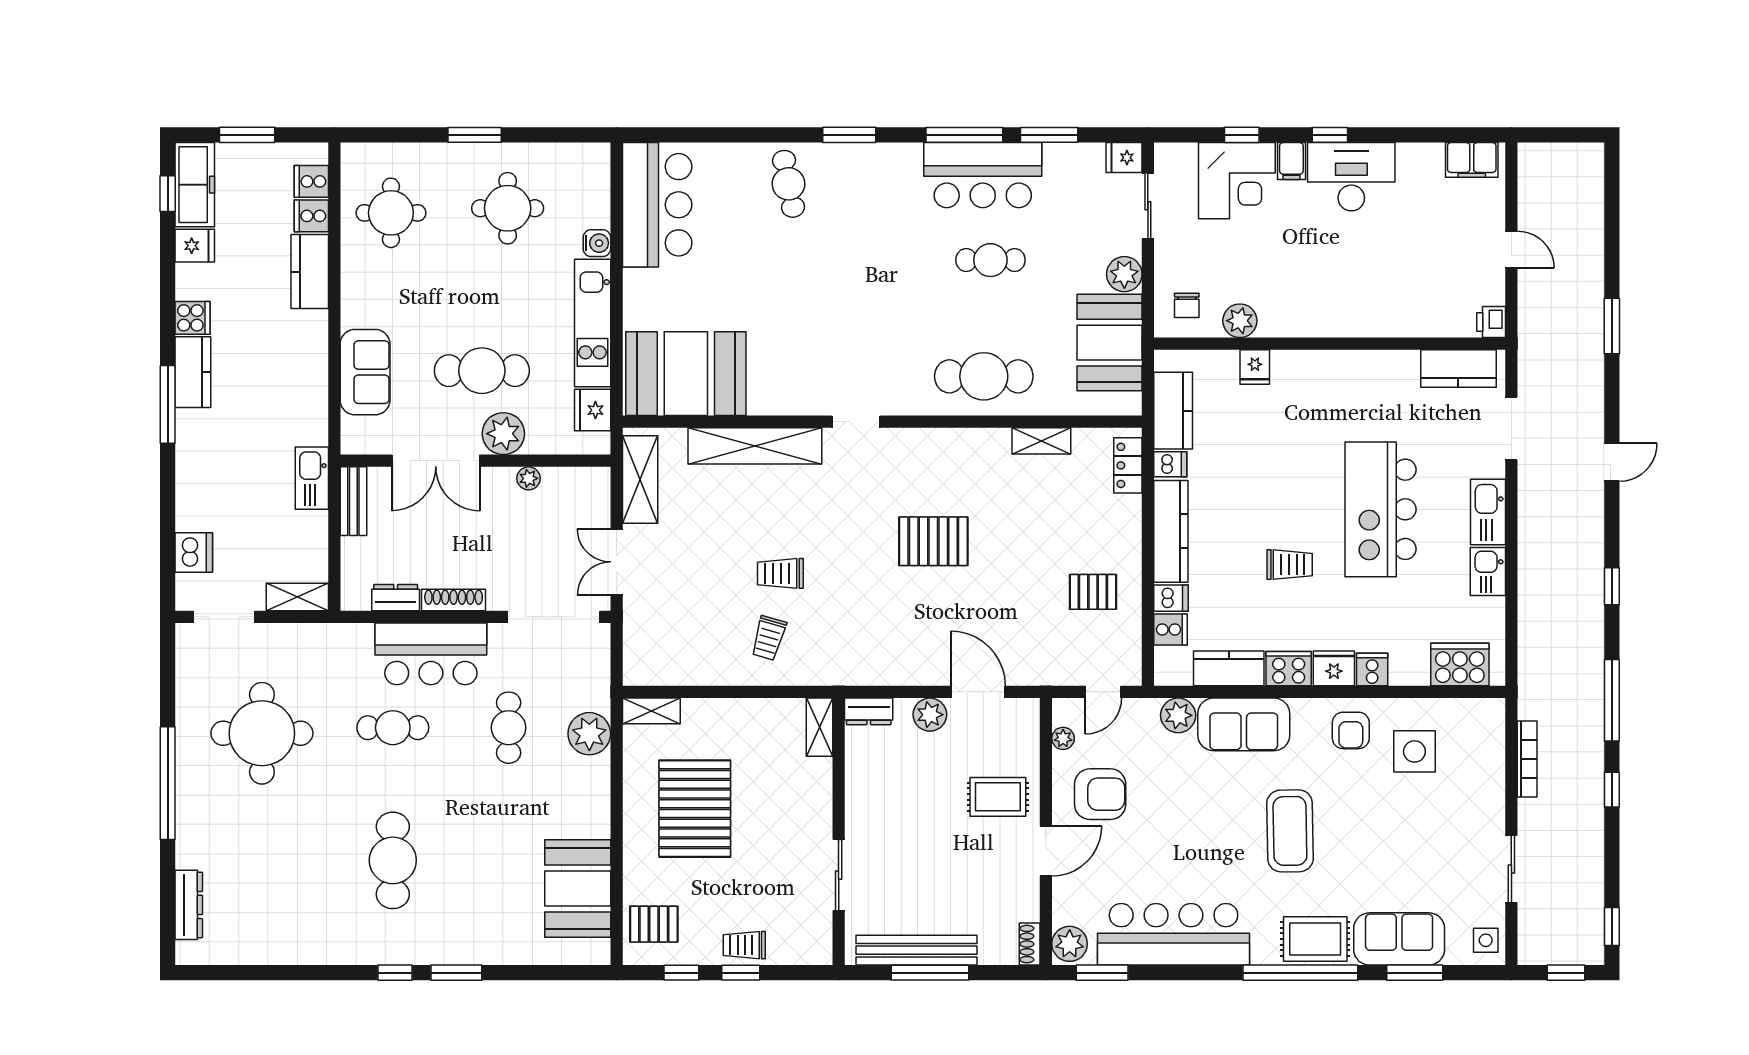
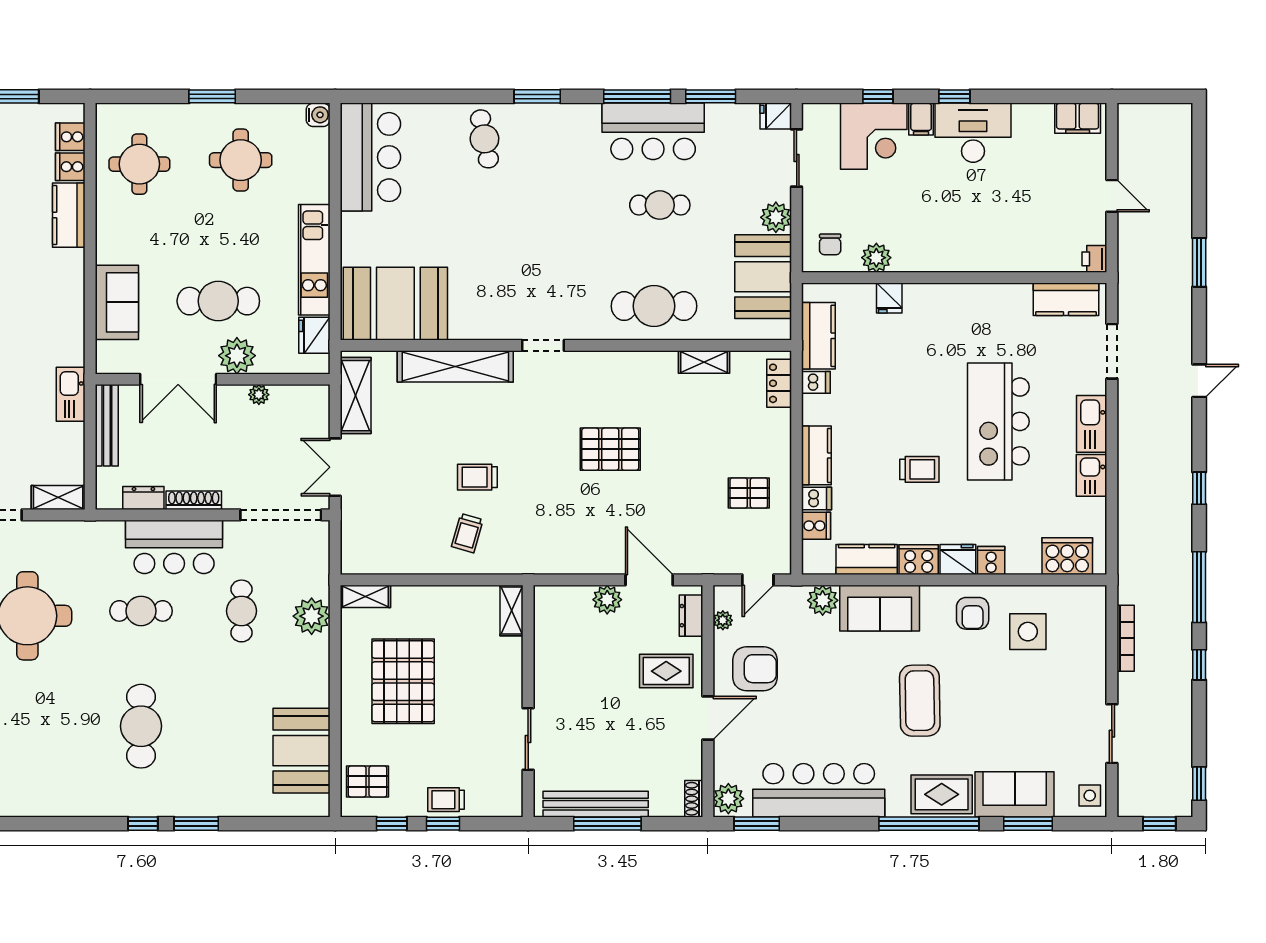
water cooler: (597, 243) -> (318, 115), moved
bench: (353, 501) -> (107, 425), width x1.36
kitchen counter: (1171, 531) -> (816, 455), width x0.67
dresser: (869, 711) -> (691, 616), moved, turned 90

